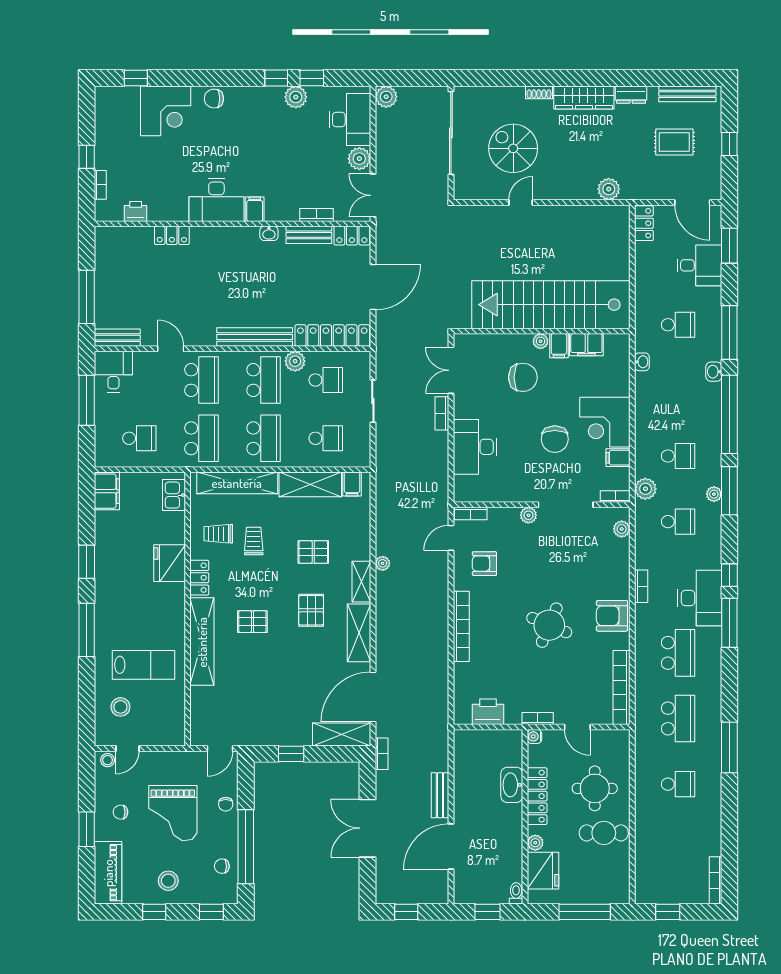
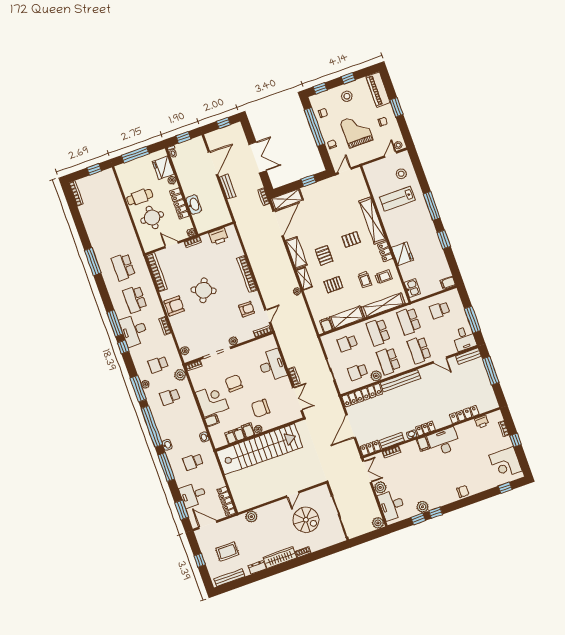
corner desk: (166, 111) -> (505, 463), moved, turned -90
locker: (644, 223) -> (226, 501), width x1.53
locker: (172, 235) -> (464, 415), width x1.53
locker: (241, 235) -> (425, 428), added
filing cabinet: (618, 458) -> (212, 420), moved
filing cabinet: (107, 491) -> (448, 283), width x0.50
school desk: (678, 784) -> (112, 234), removed

